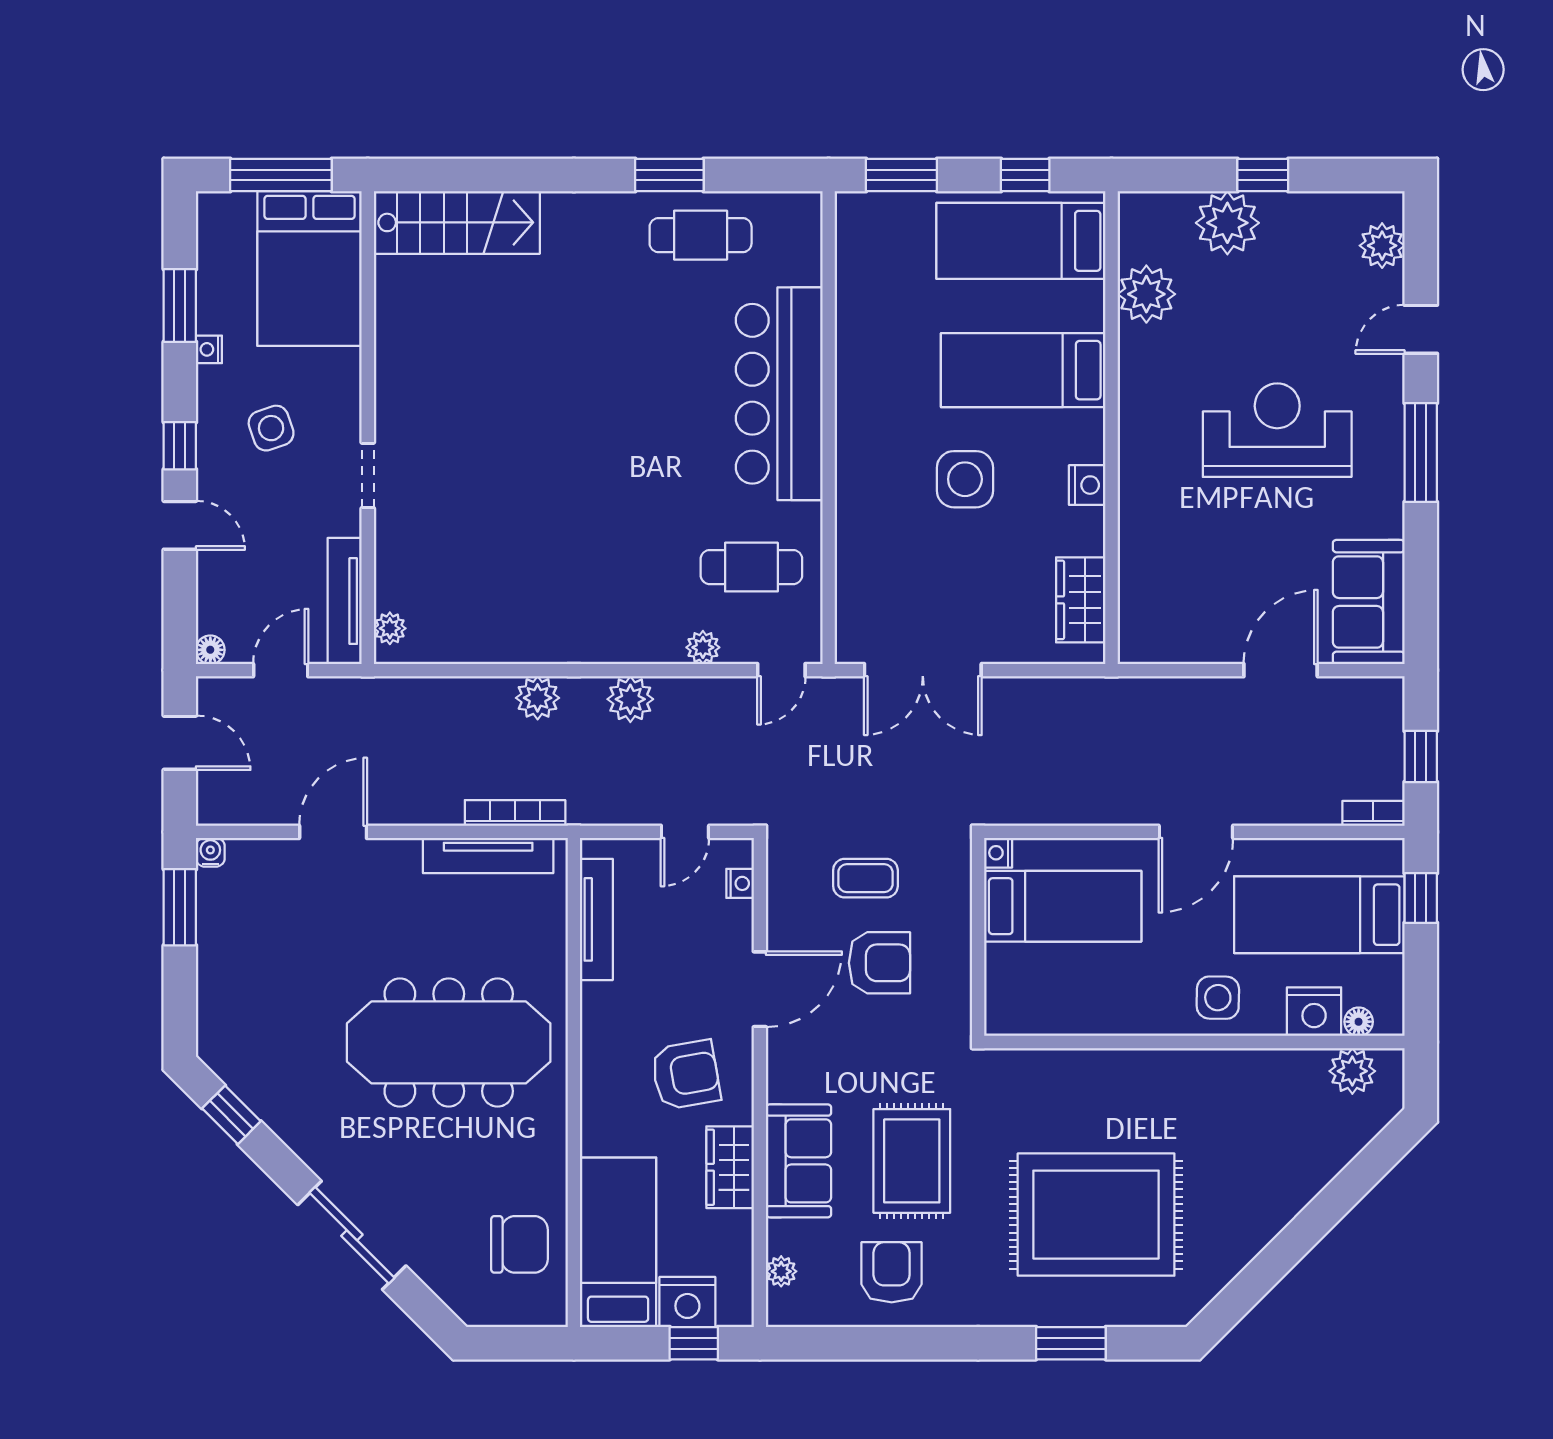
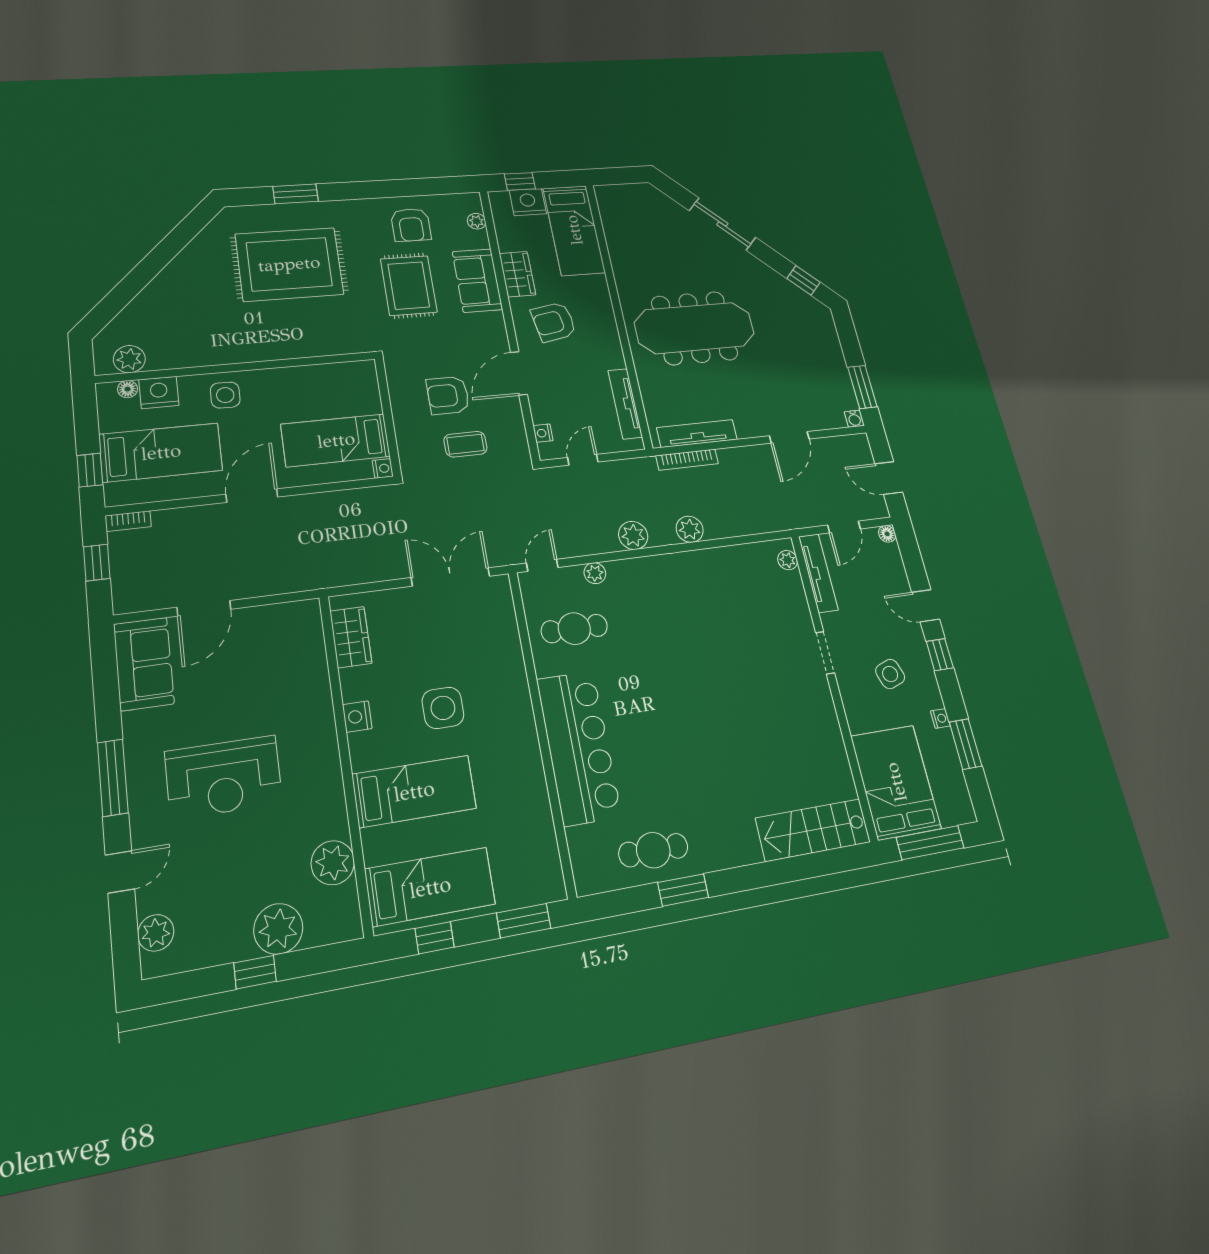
chair: (520, 1244) -> (629, 225), removed

